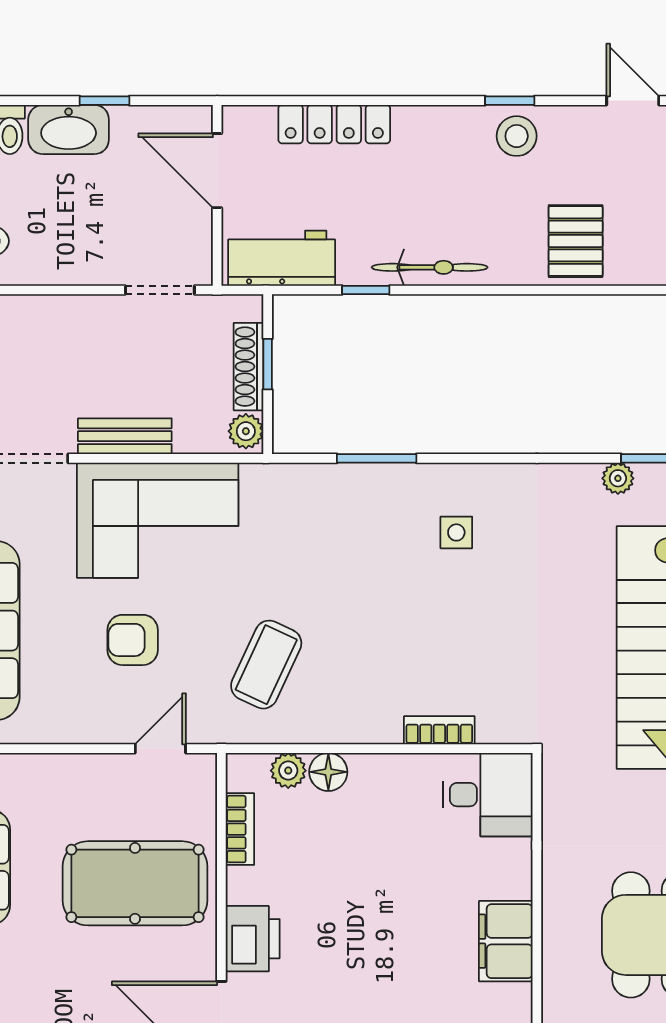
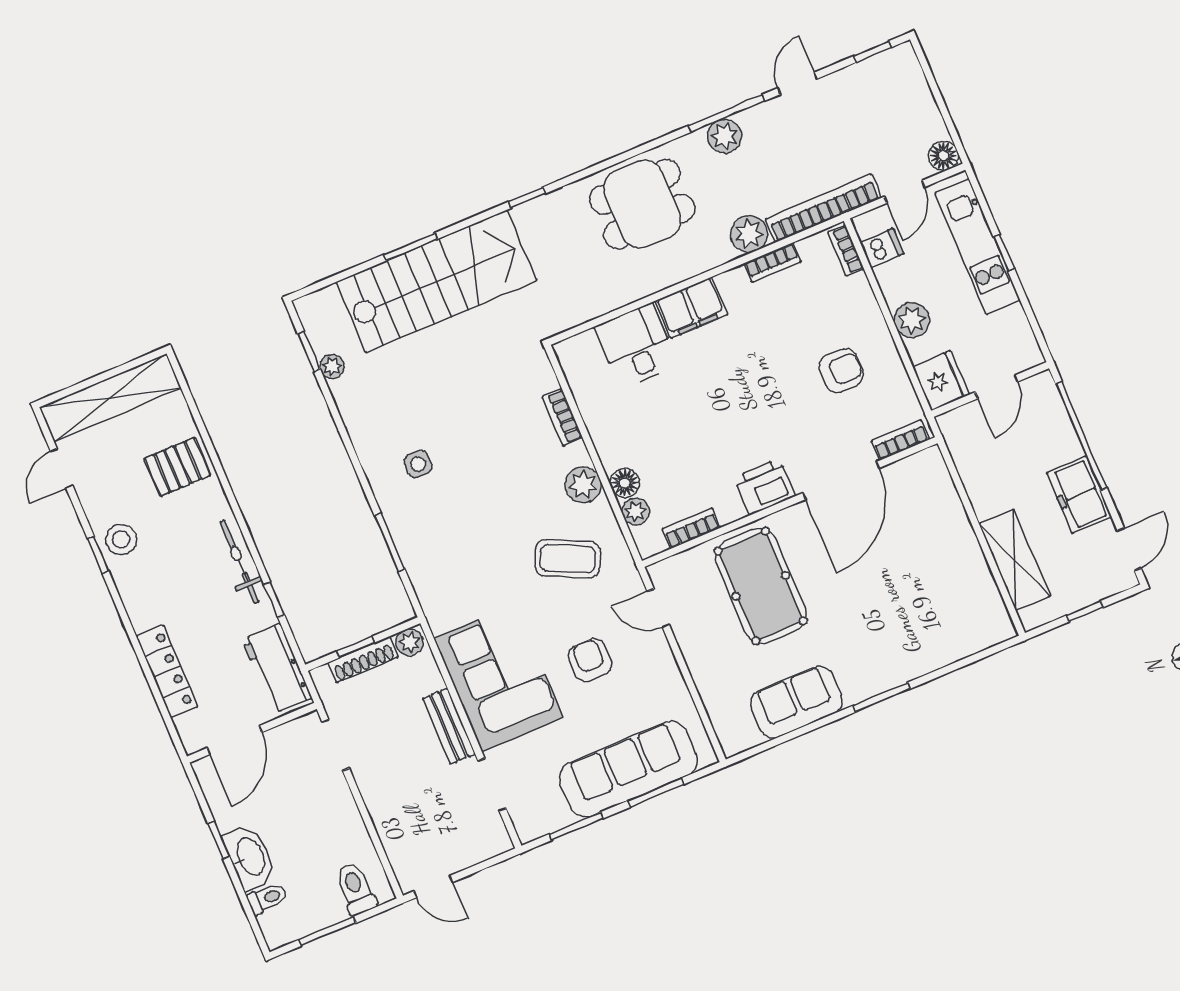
armchair: (133, 640) -> (590, 660), turned 180
plant: (347, 721) -> (583, 485), added
desk: (488, 795) -> (636, 346), moved

